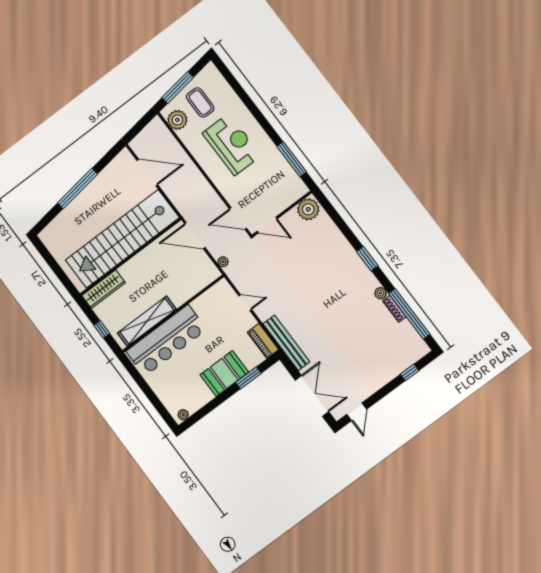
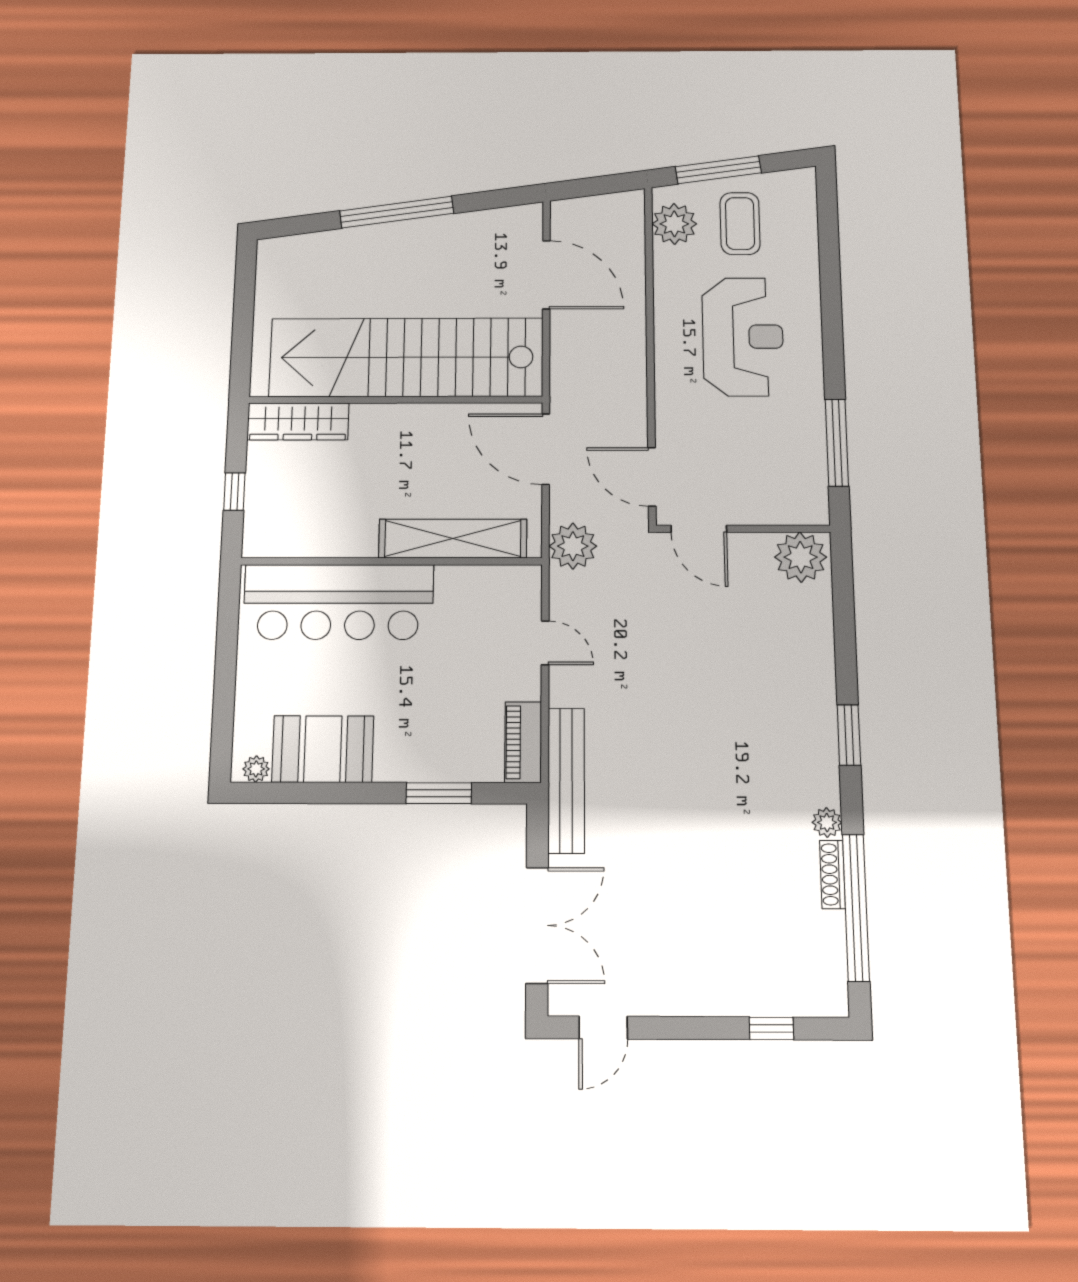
plant: (223, 262) -> (573, 546), width x1.88, depth x1.88
shelving: (147, 321) -> (453, 539), moved
booth: (224, 374) -> (323, 749), moved

